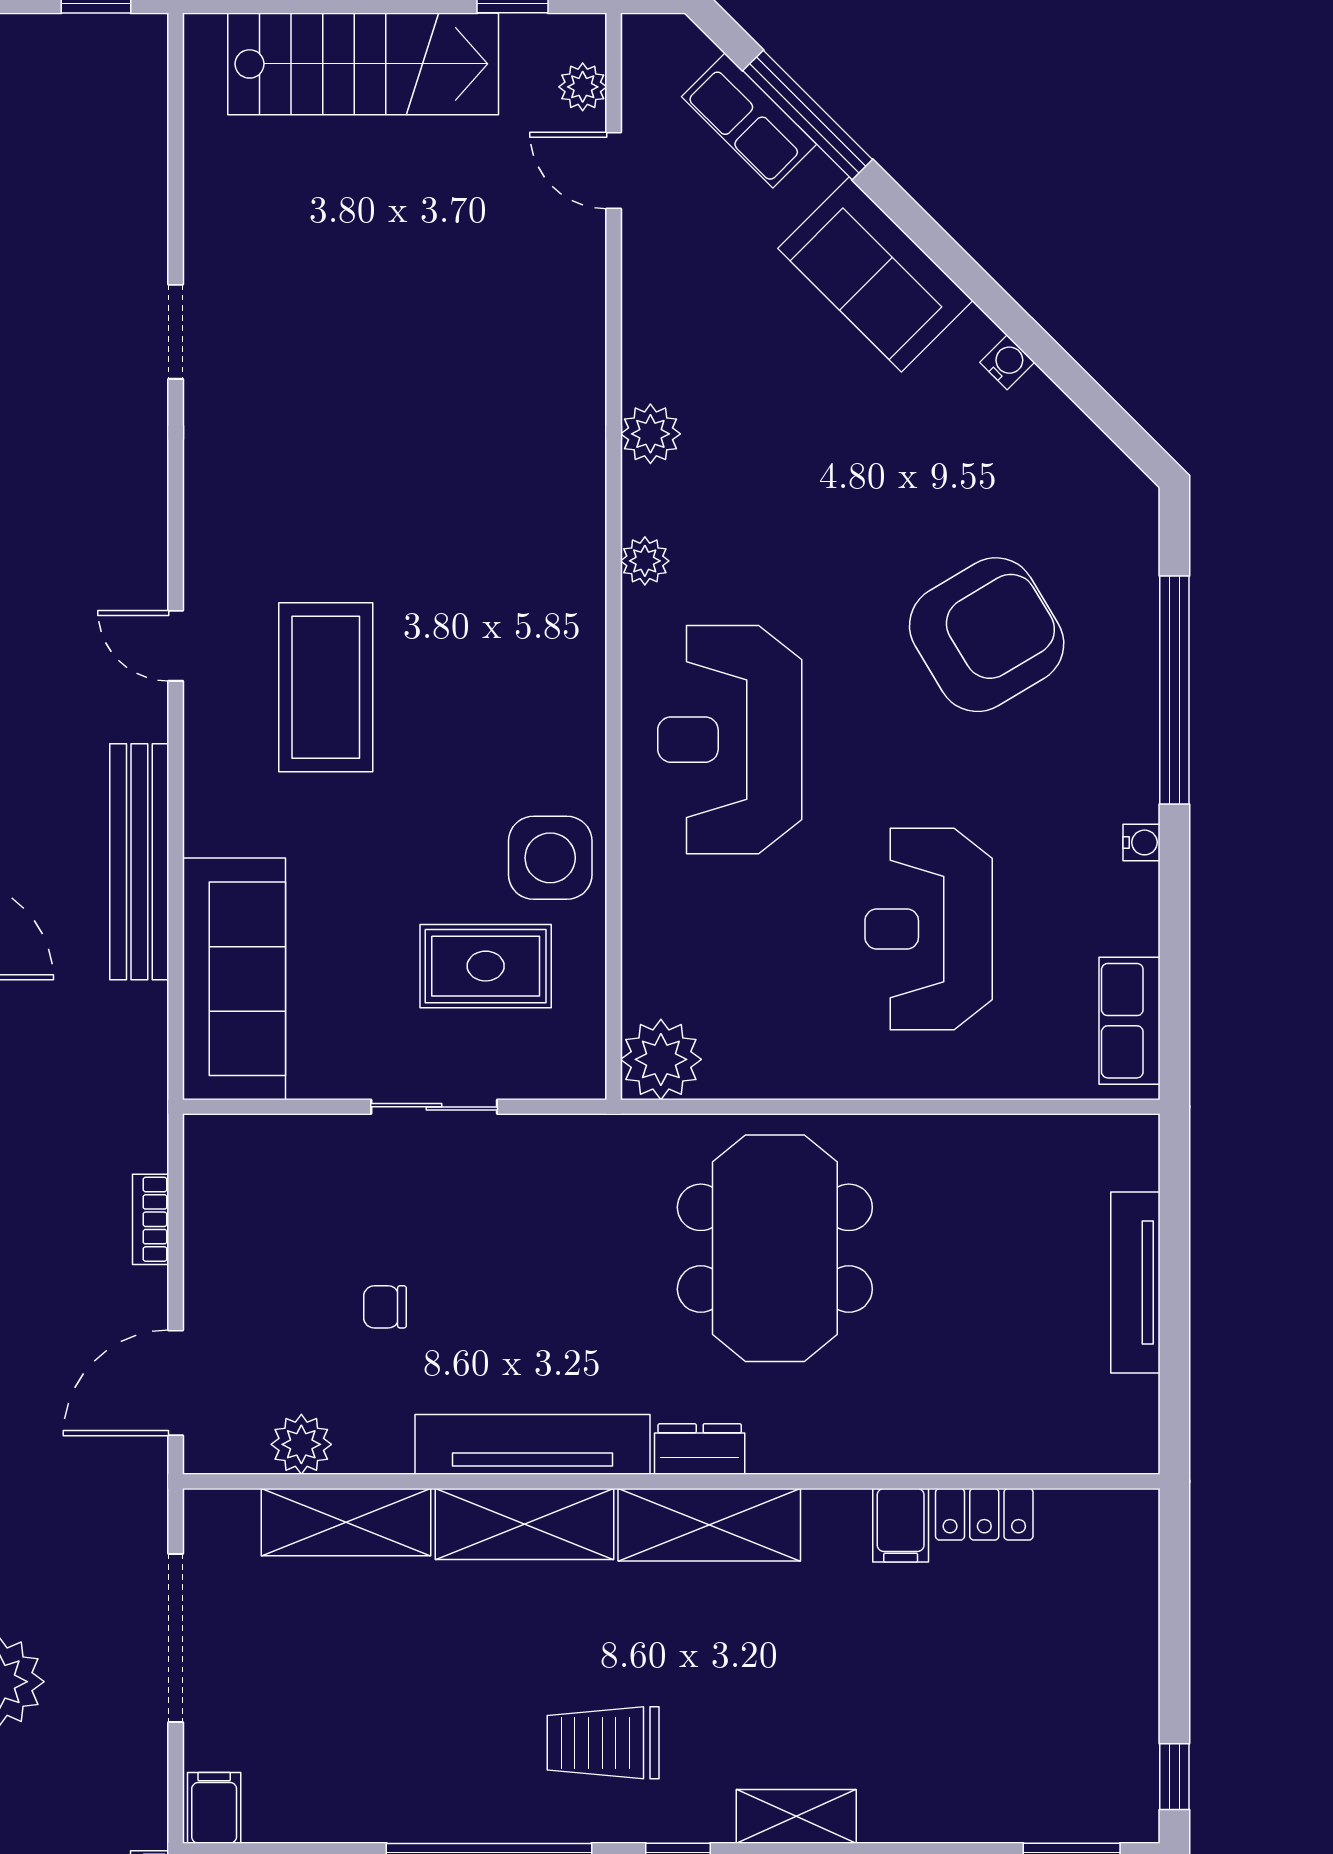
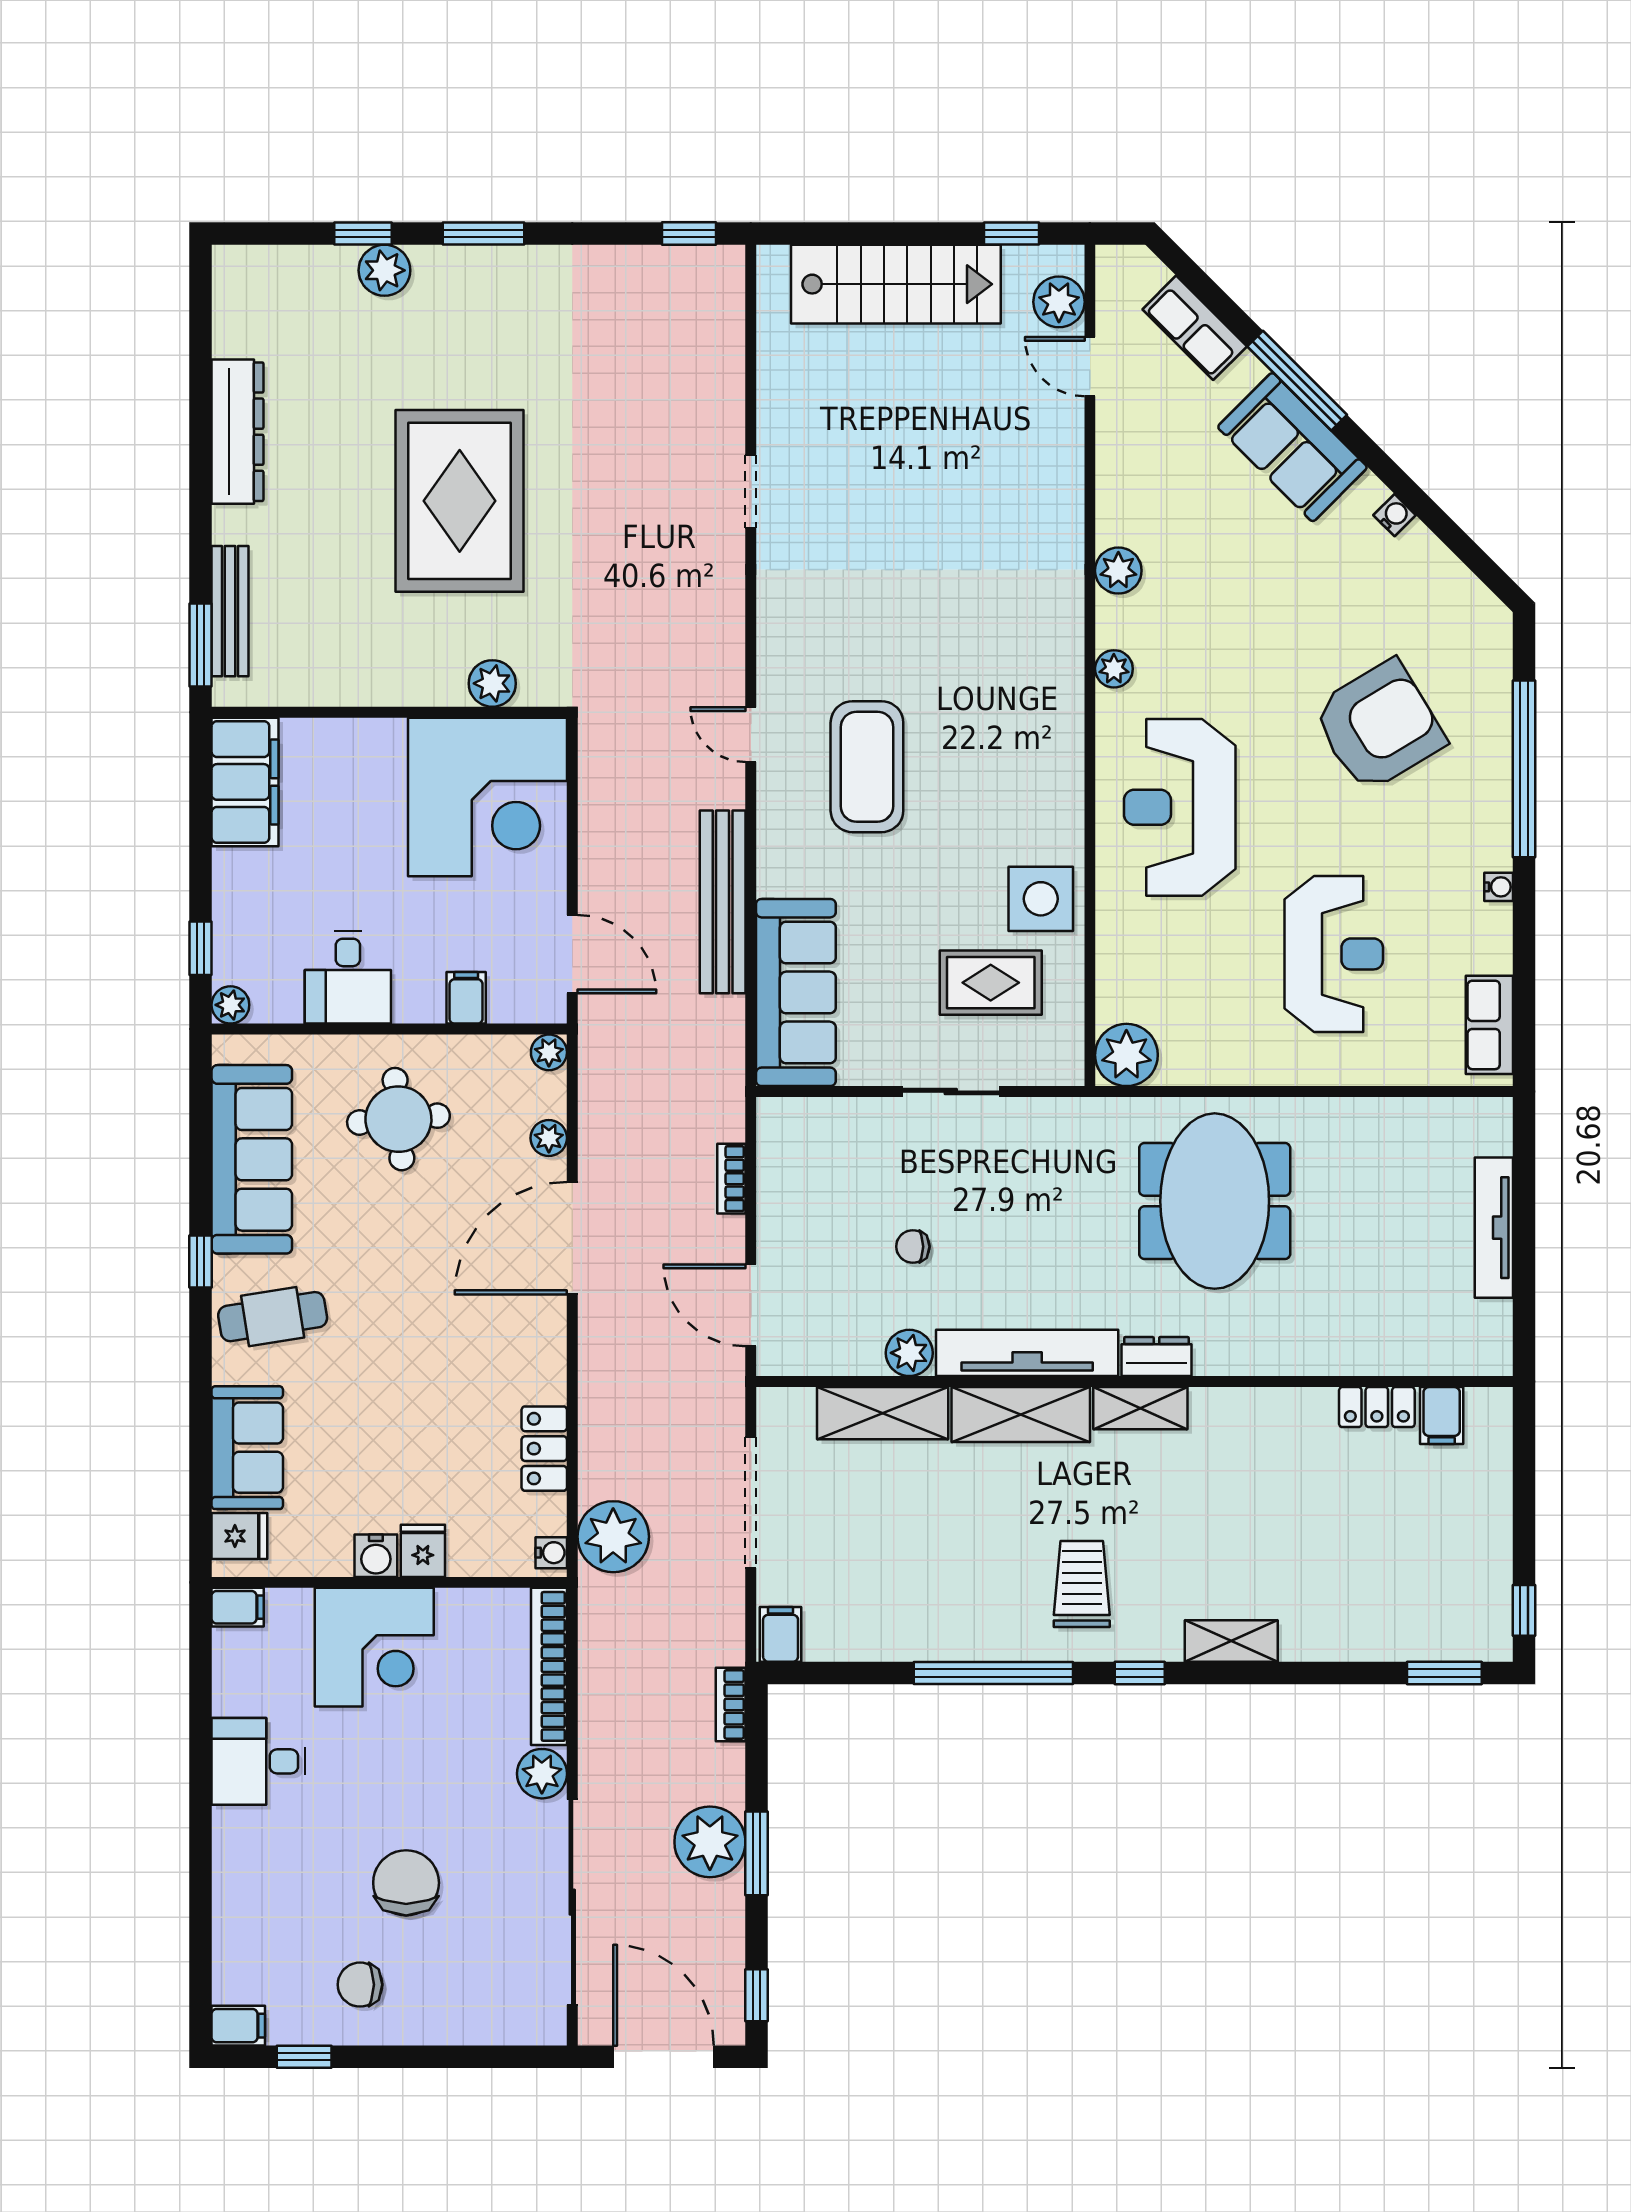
plant: (583, 87) -> (1059, 302), width x1.38, depth x1.38
window: (808, 115) -> (1297, 381), moved
reception desk: (929, 929) -> (1334, 954), turned 180
door: (176, 1383) -> (751, 1305), hinge flipped
plant: (301, 1444) -> (909, 1353), moved
shelving: (709, 1525) -> (1140, 1408), width x0.67, depth x0.75
filing cabinet: (901, 1525) -> (1442, 1415), moved
trolley: (603, 1743) -> (1082, 1584), turned 90

